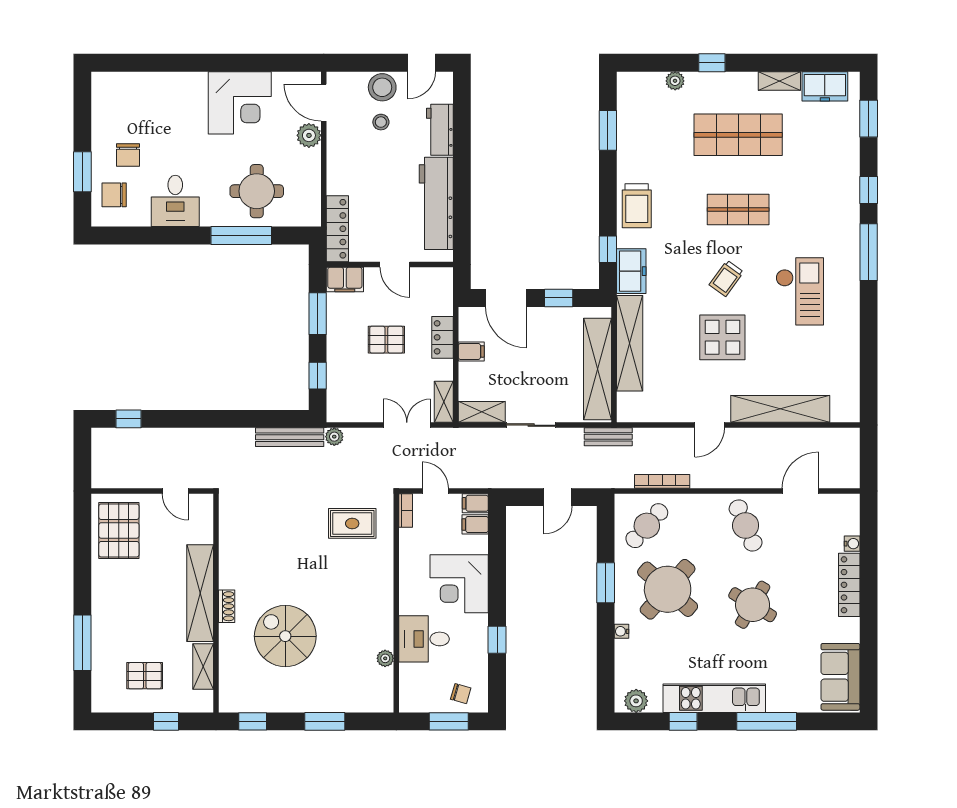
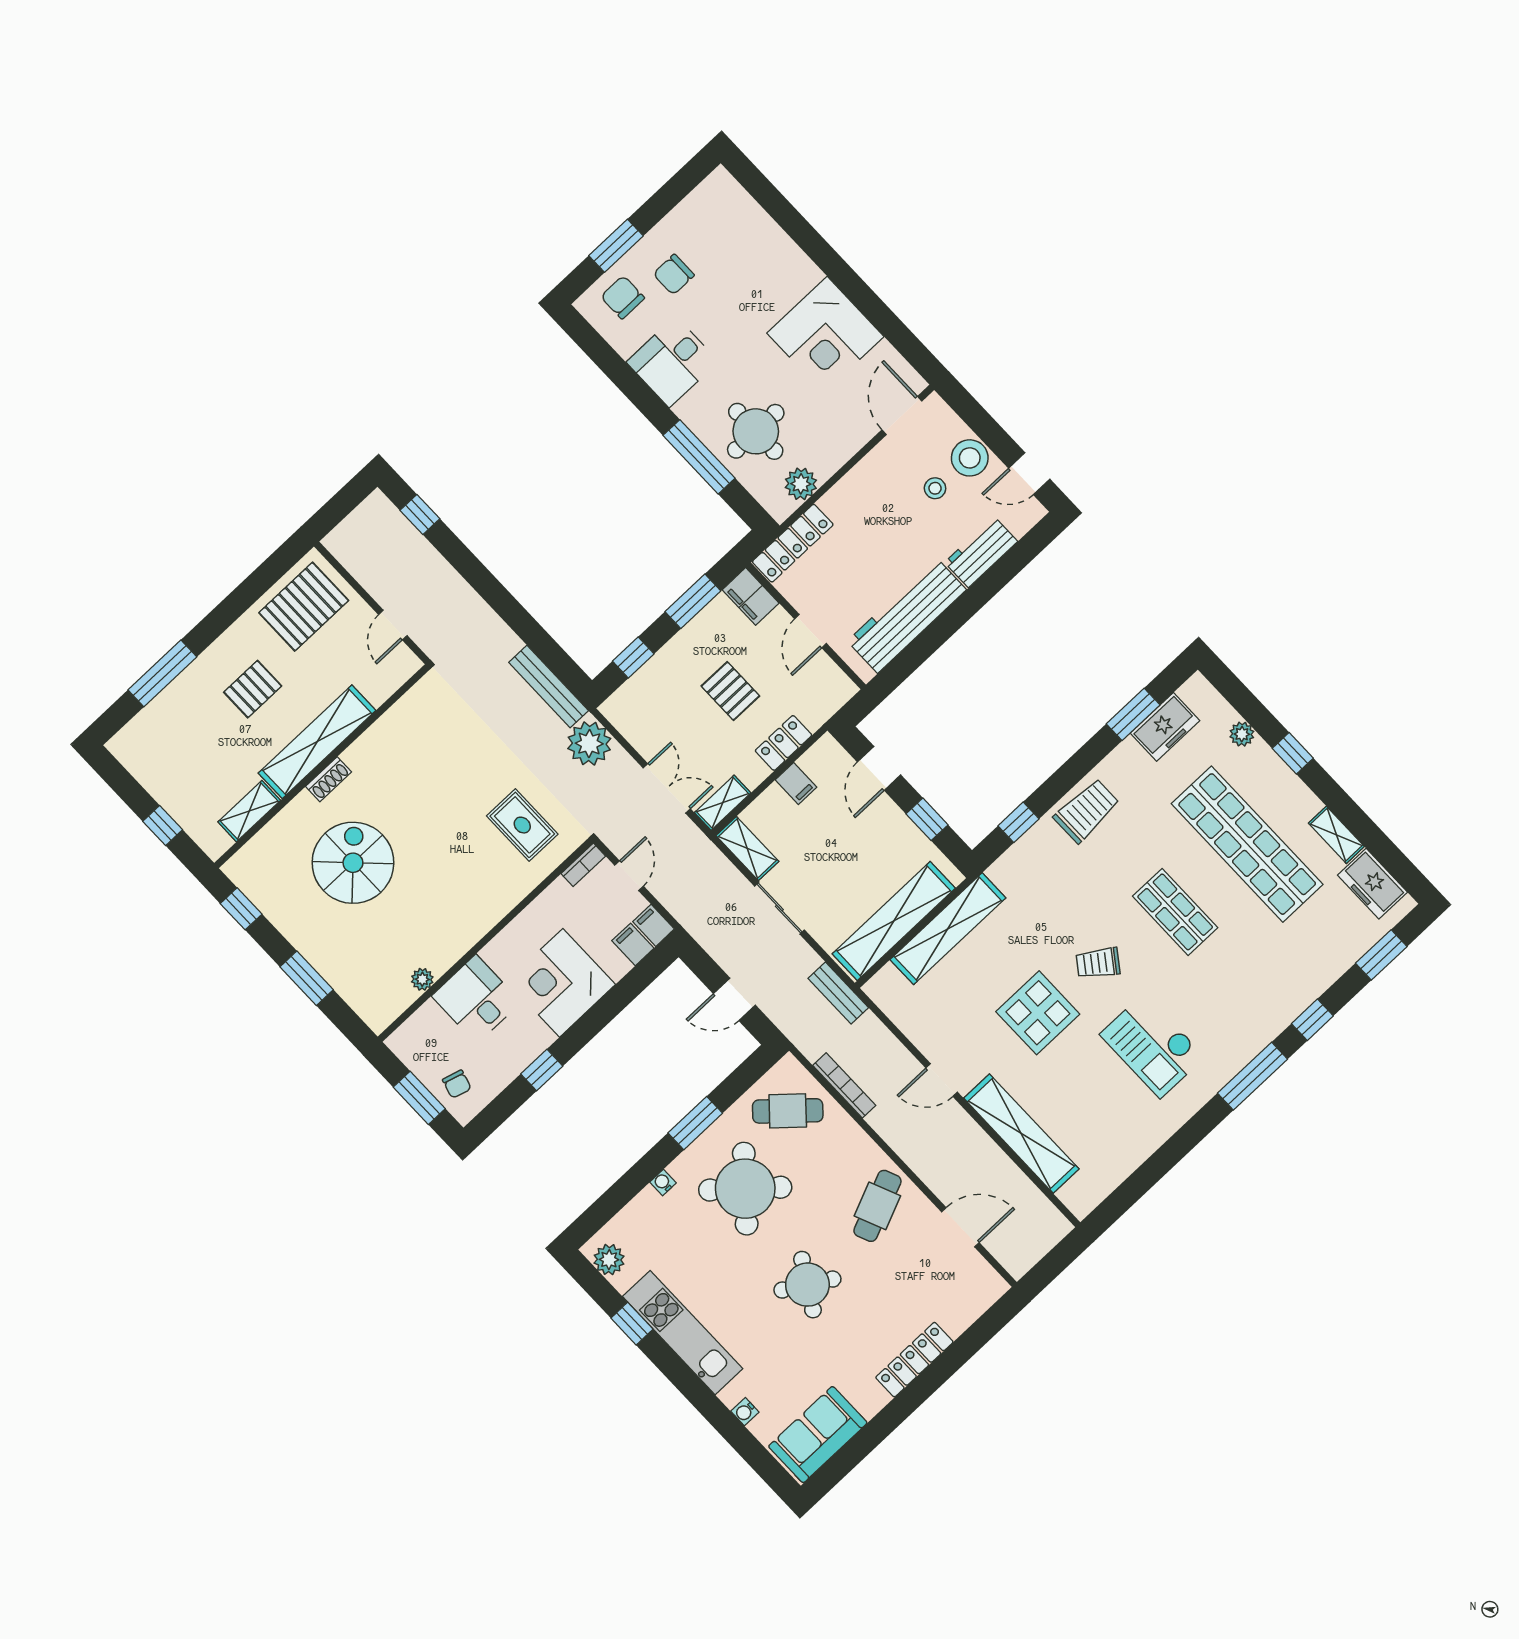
plant: (309, 135) -> (801, 484), moved
shop shelf: (738, 135) -> (1247, 844), width x1.40
trolley: (637, 206) -> (1087, 811), turned 180
freezer: (631, 271) -> (1165, 727), moved
checkout: (800, 291) -> (1152, 1045), turned 90
door: (506, 298) -> (879, 768), width x0.73
plant: (334, 437) -> (589, 744), width x1.88, depth x1.88
water cooler: (852, 544) -> (745, 1412), moved, turned 90
pallet: (145, 676) -> (253, 689), moved, turned 90
window: (767, 721) -> (708, 1404), removed

